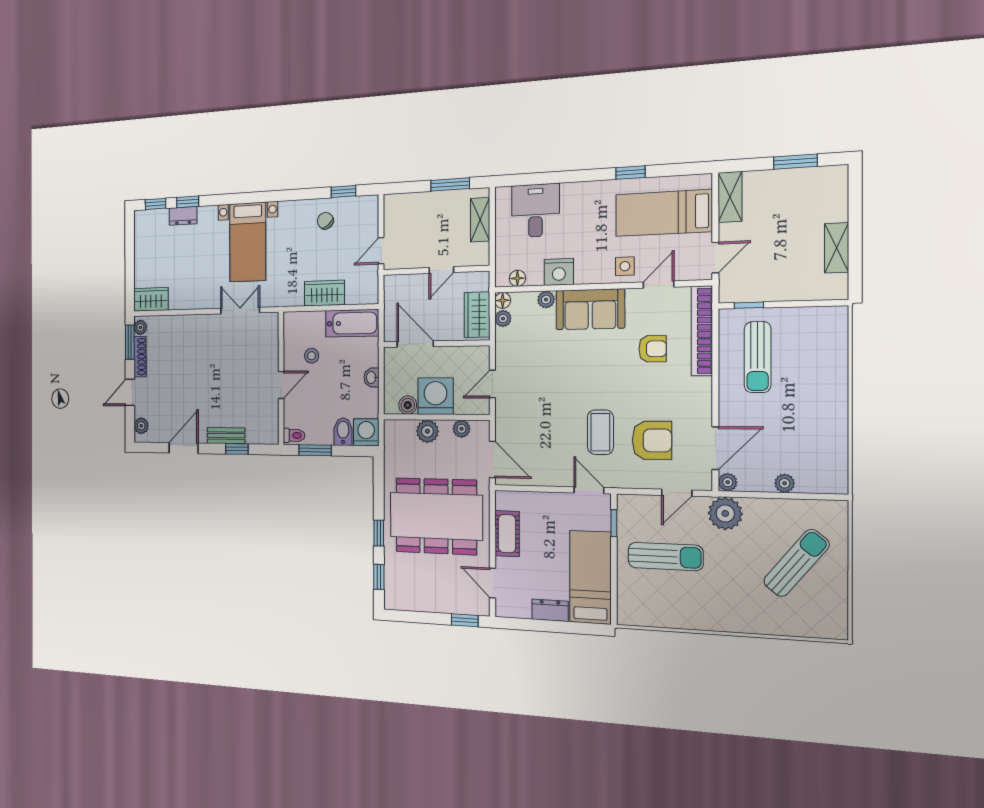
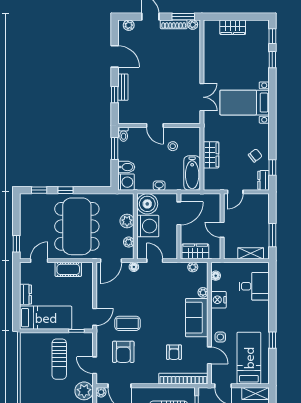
dresser: (183, 216) -> (264, 180), moved
door: (381, 251) -> (235, 192), swing flipped
wardrobe: (151, 299) -> (233, 27), moved, turned 90
floor lamp: (503, 300) -> (134, 267), moved
boiler: (408, 405) -> (147, 204), width x1.86, depth x1.86

